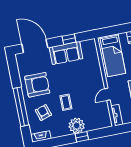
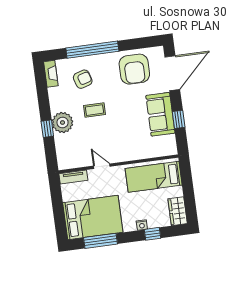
armchair: (37, 85) -> (134, 69), moved

